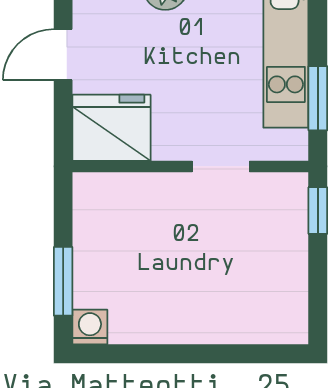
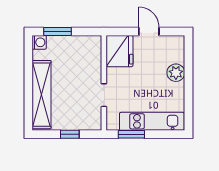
window: (318, 211) -> (70, 134), moved
shelving: (220, 321) -> (41, 95), added

